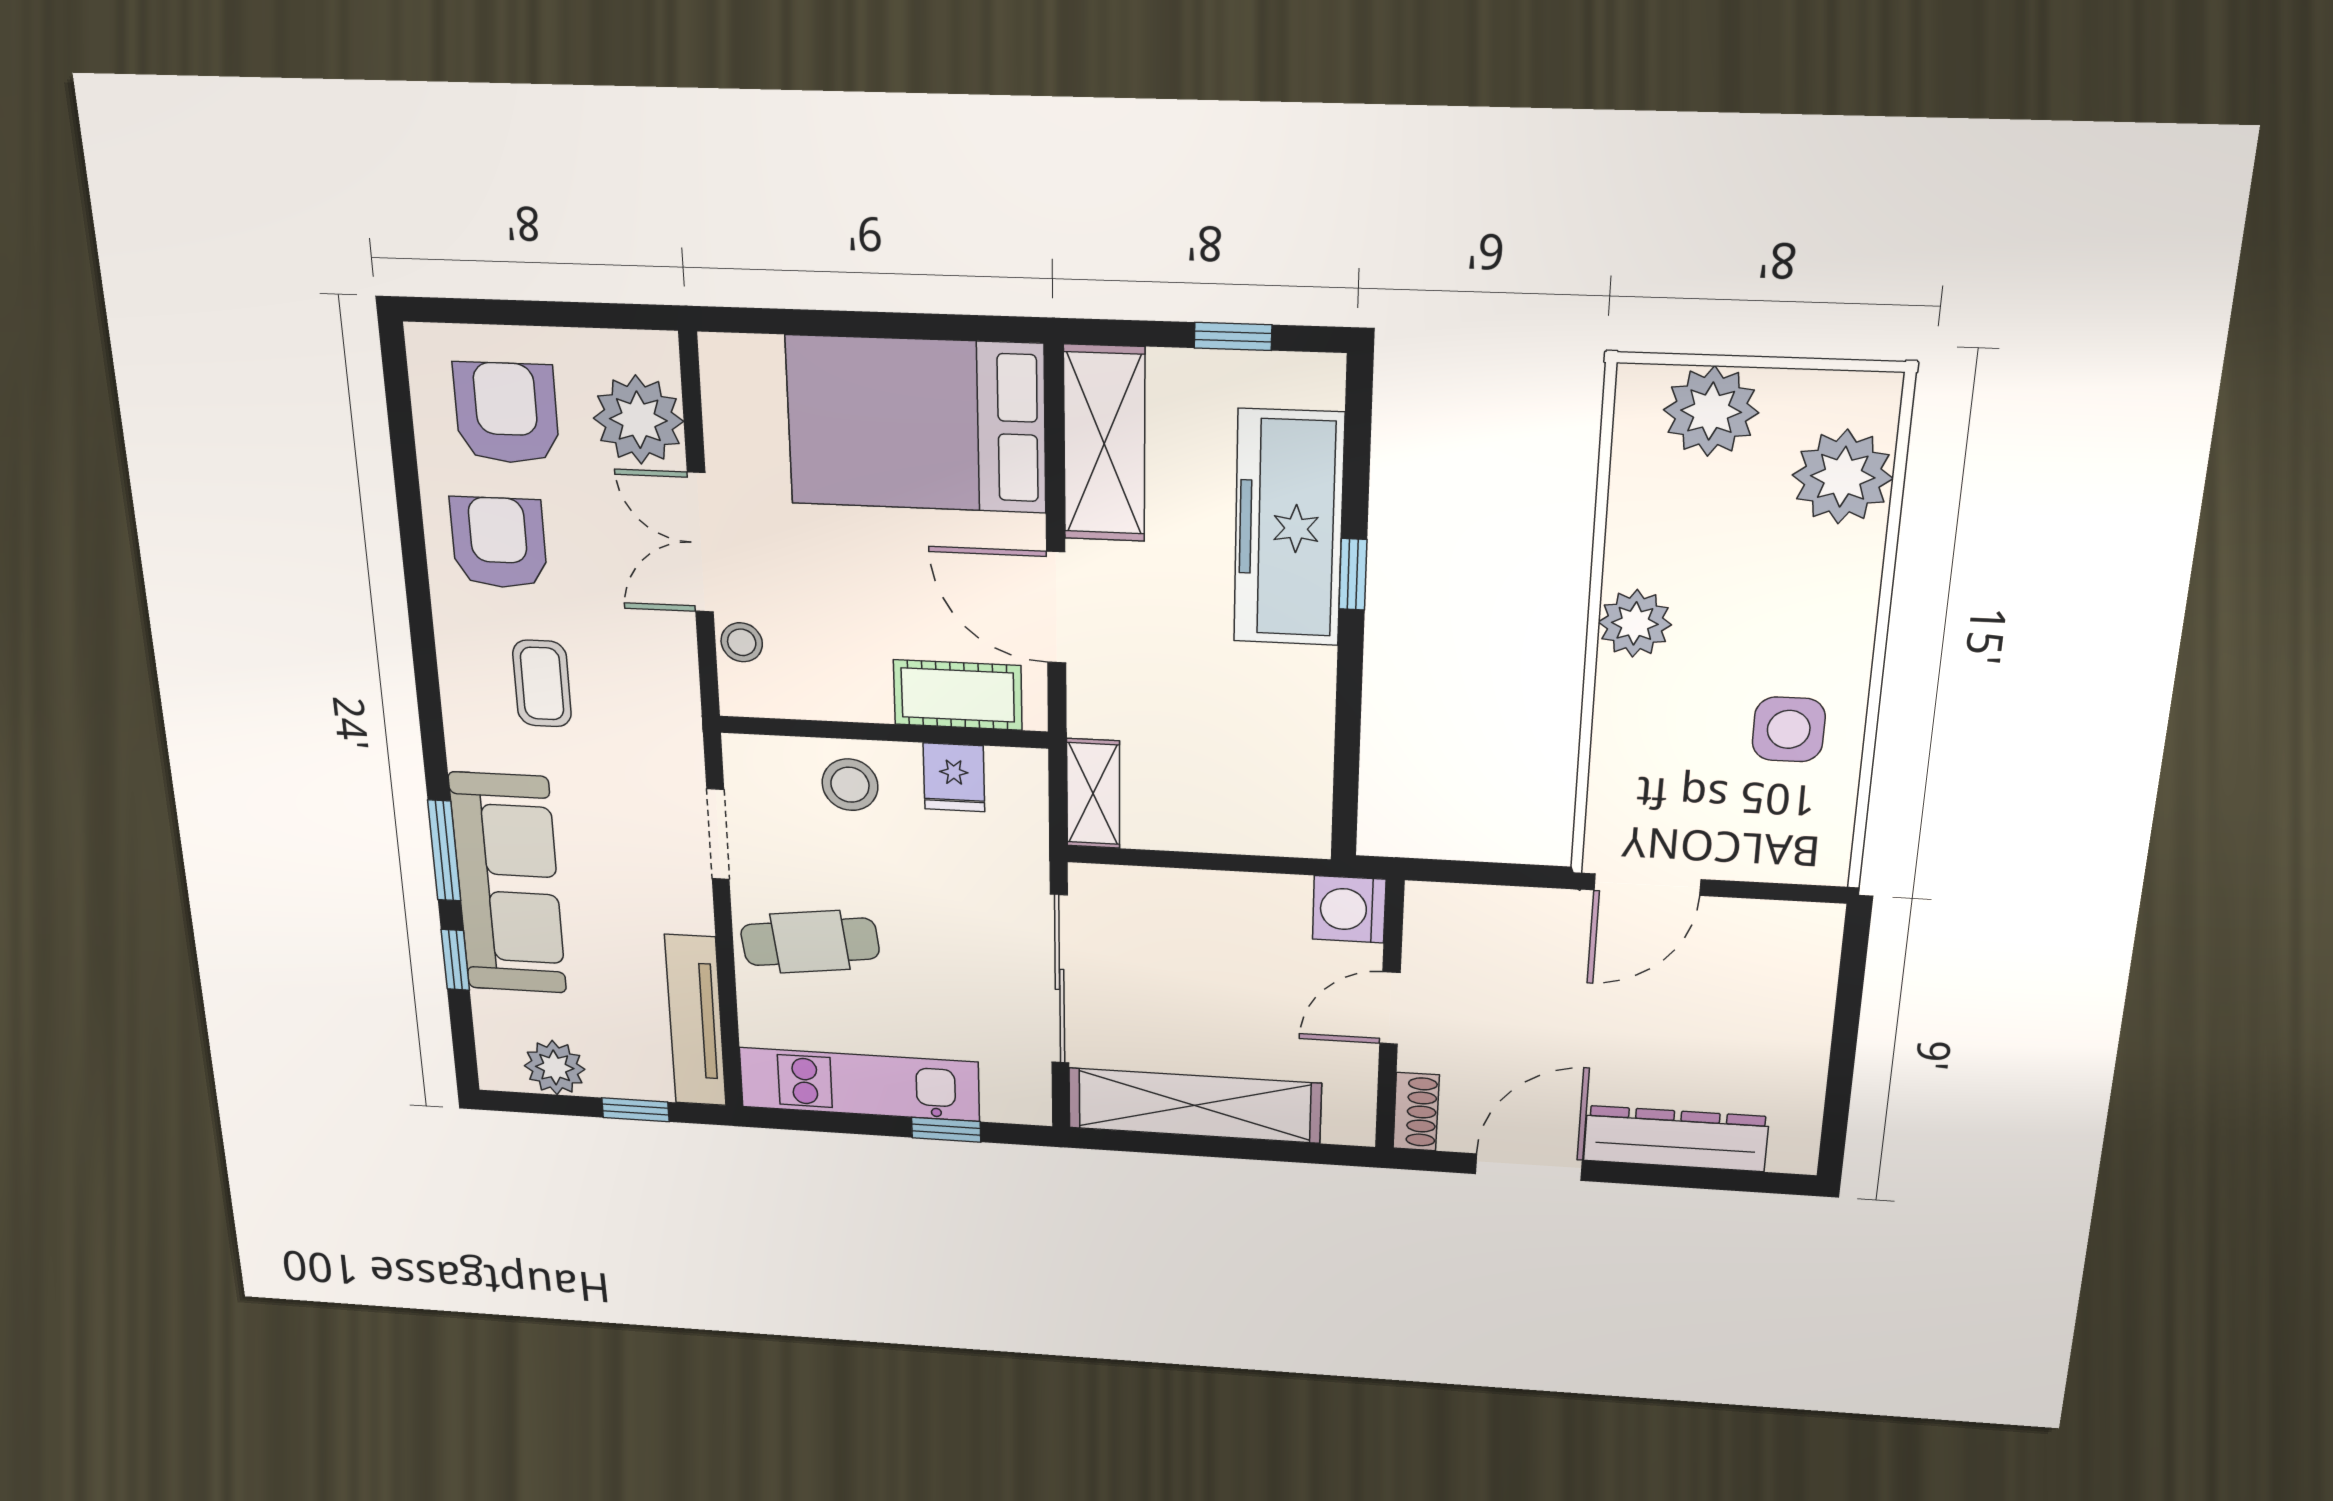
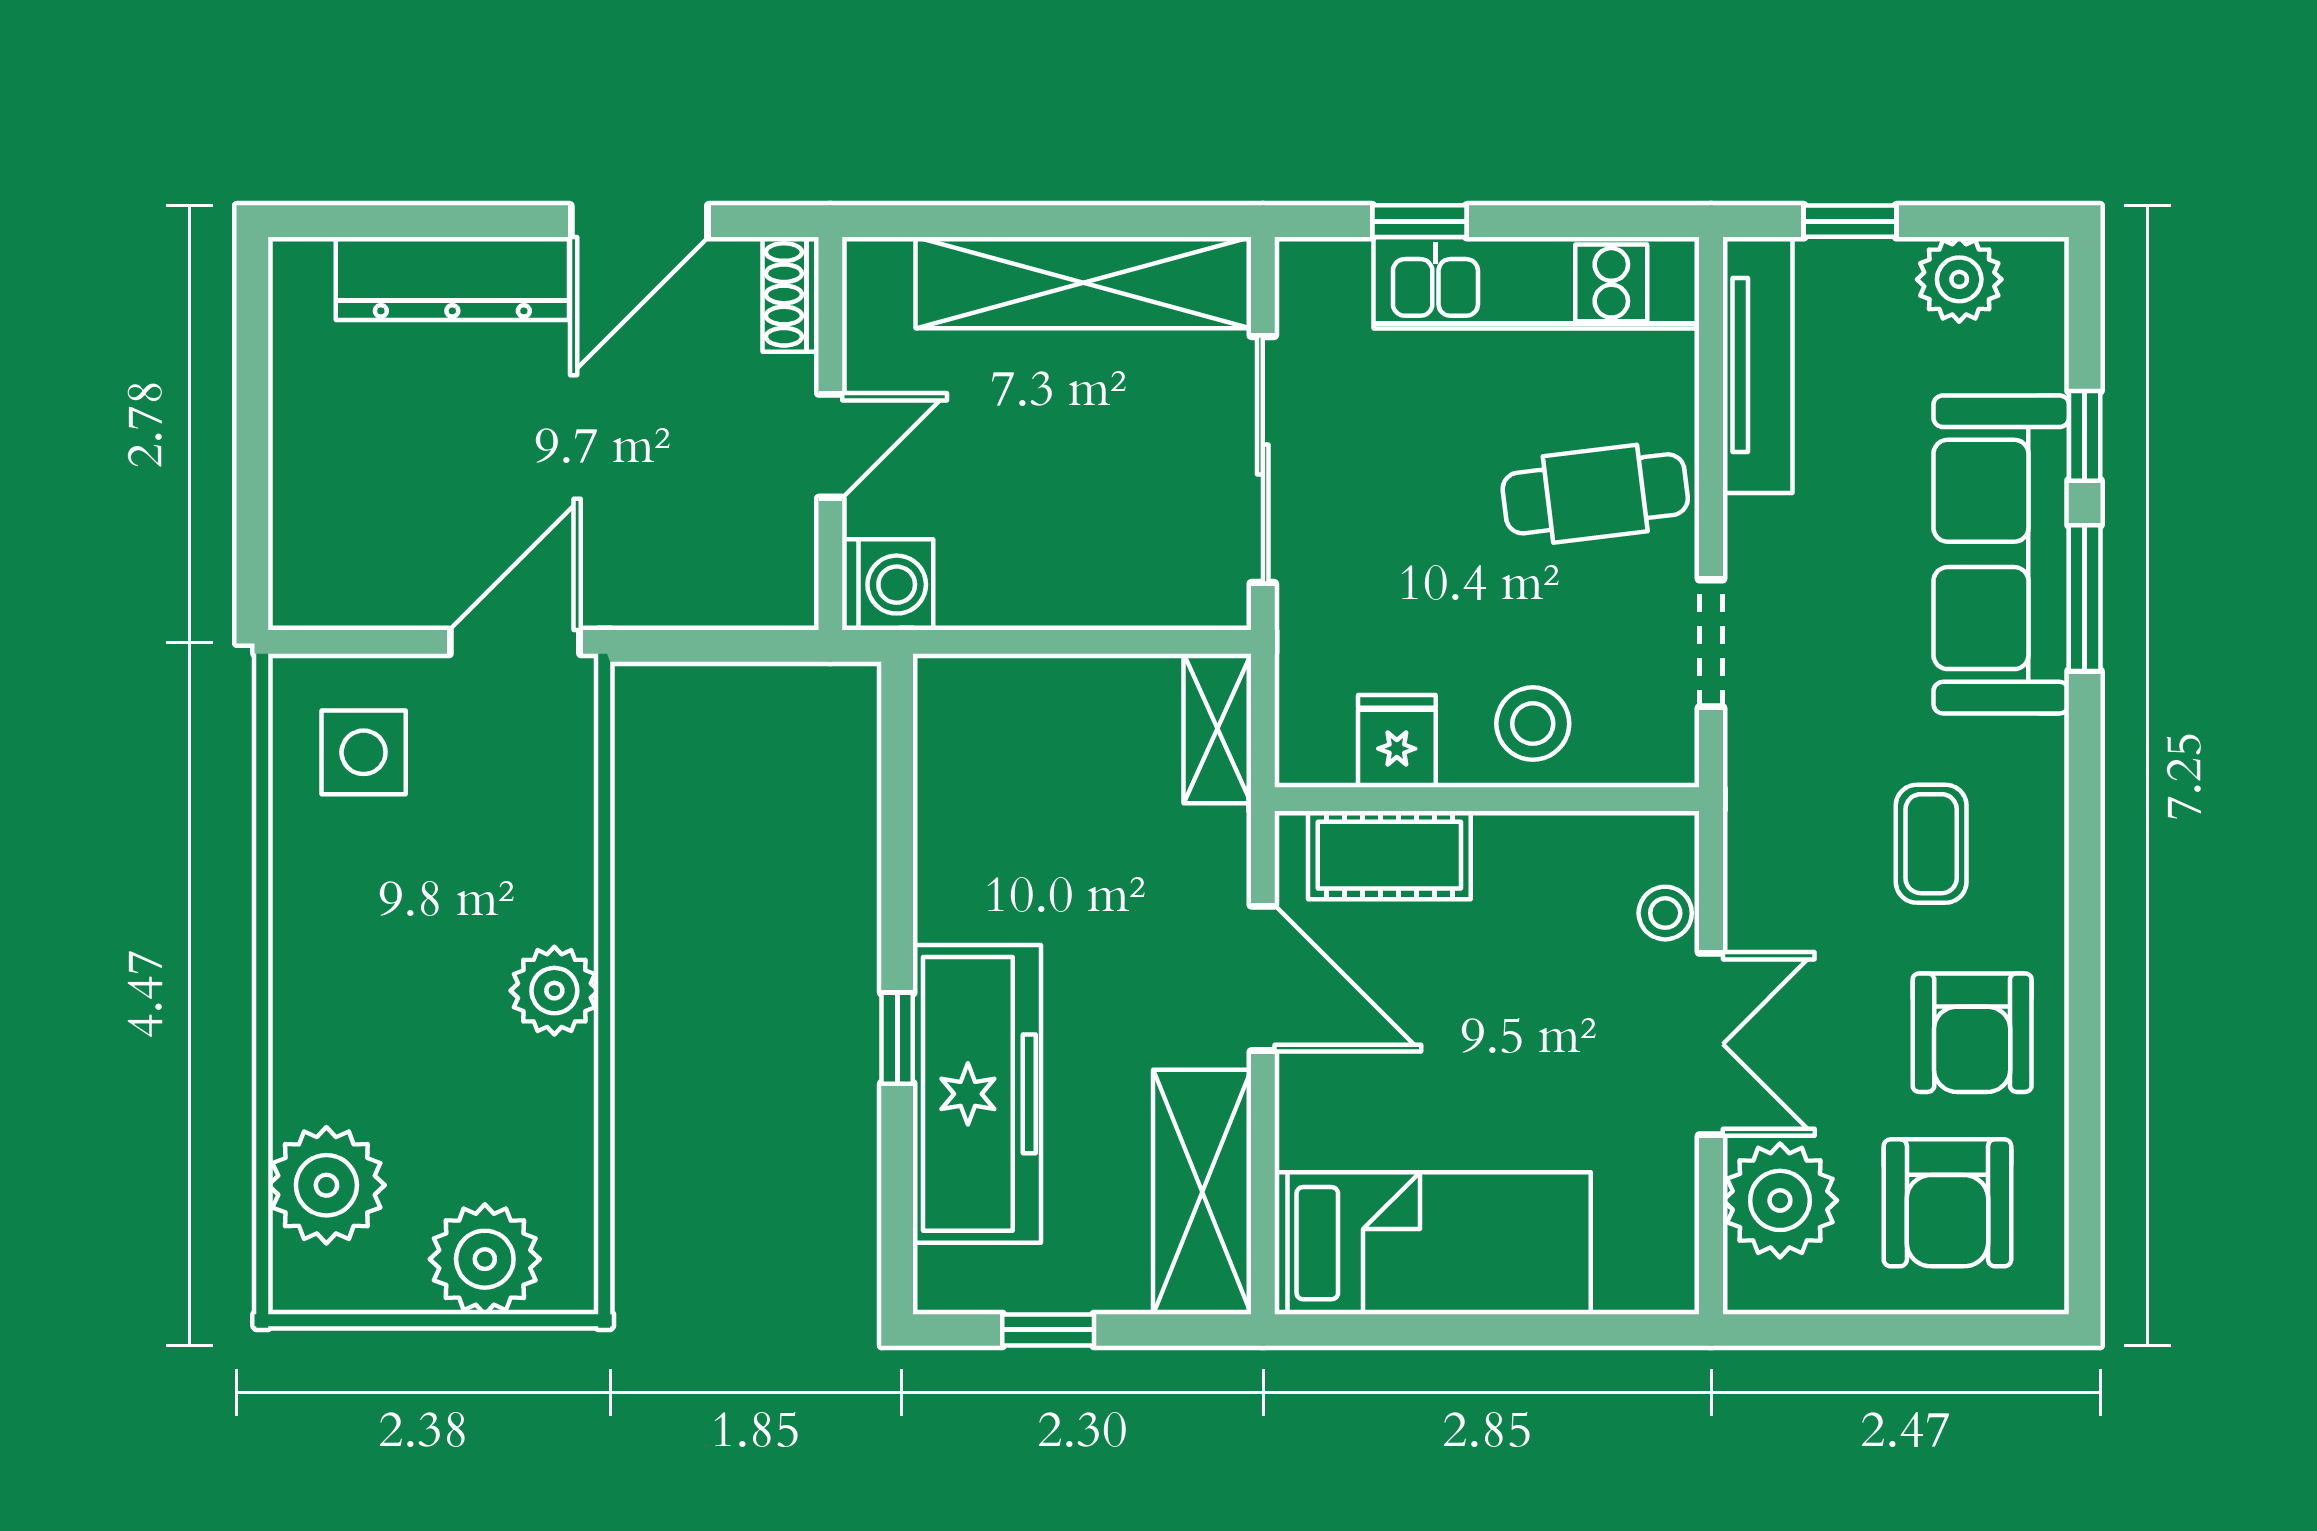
bed: (916, 424) -> (1433, 1243), width x0.67
side table: (1789, 729) -> (364, 752), moved

